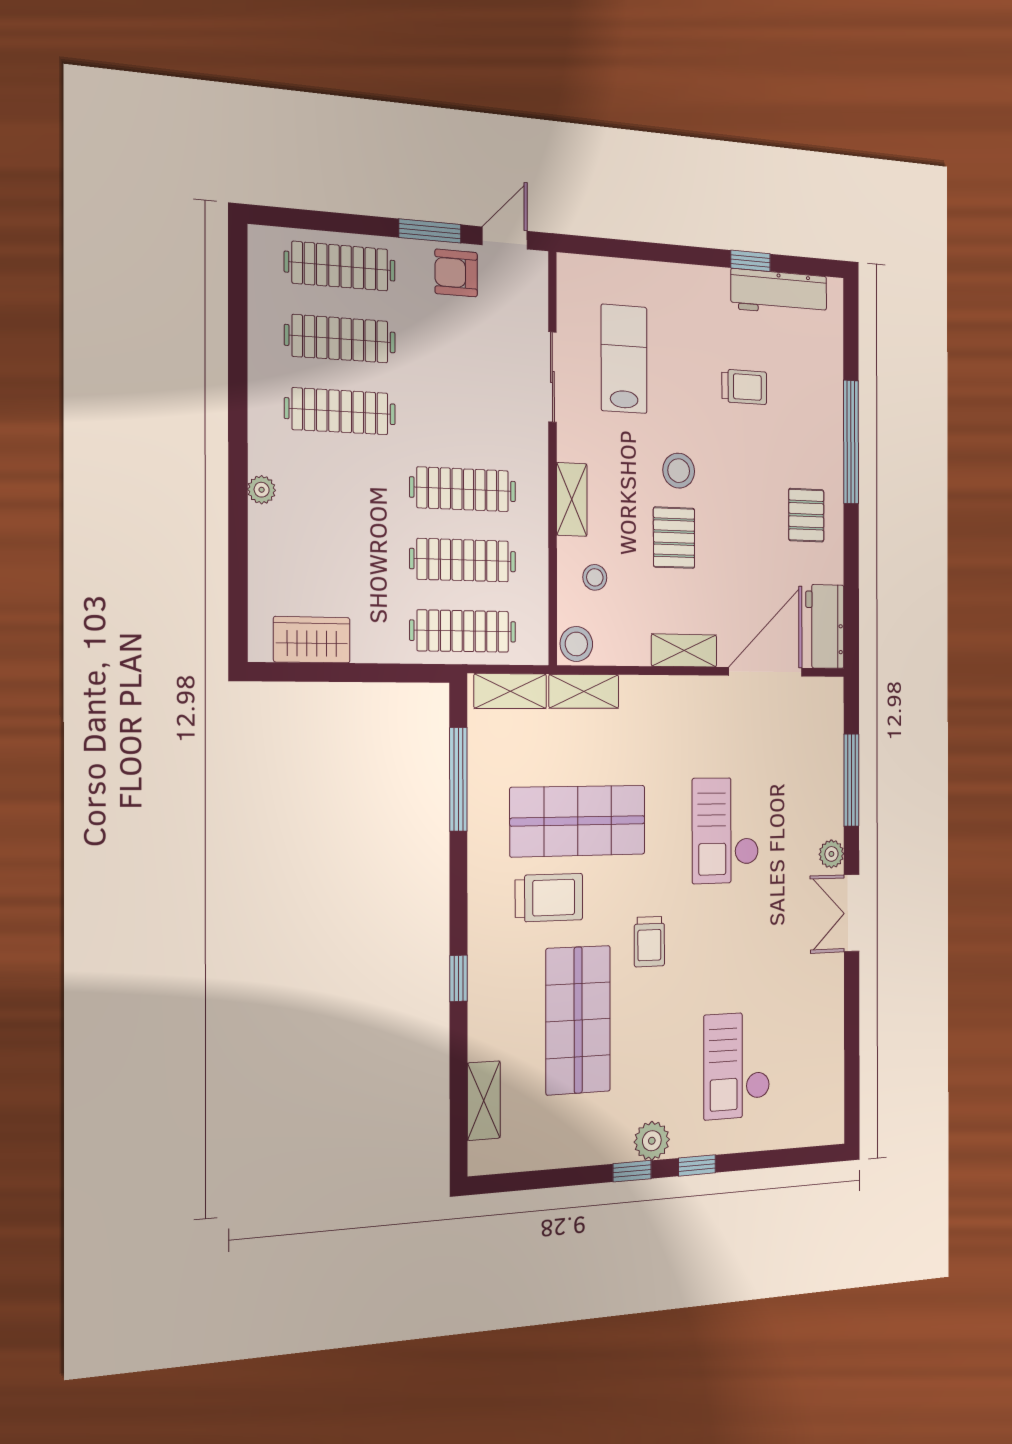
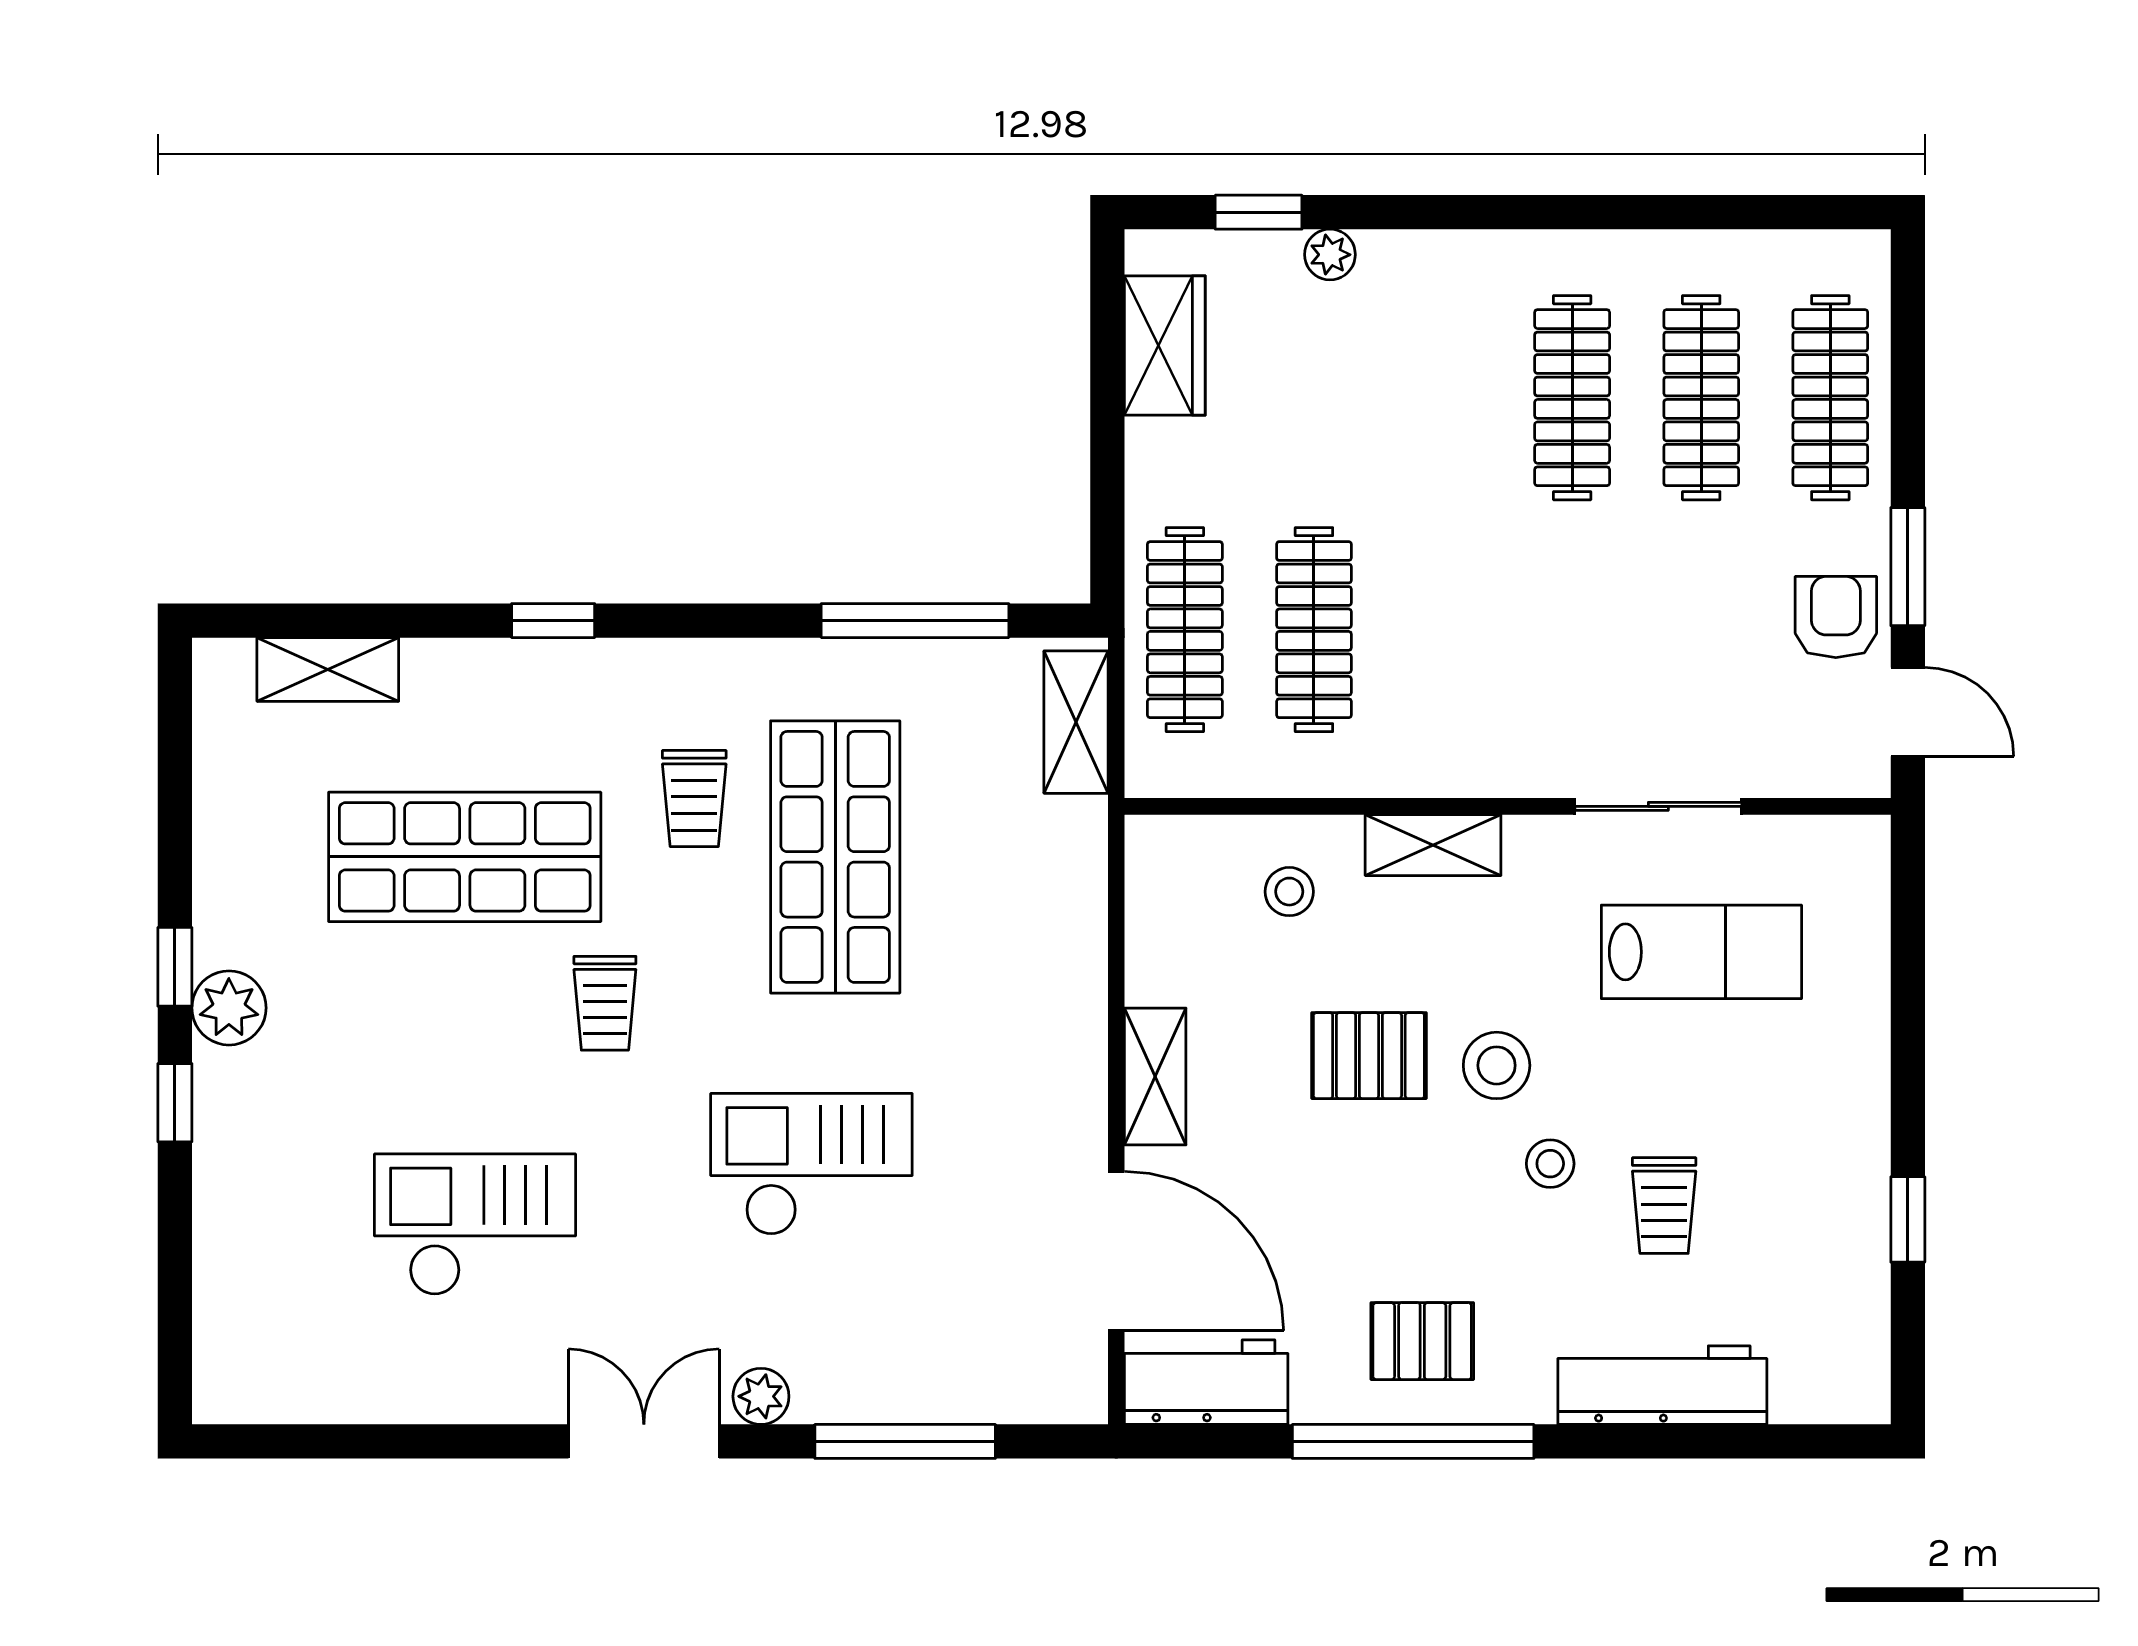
workbench: (779, 293) -> (1662, 1385), moved, turned 90
window: (851, 442) -> (1413, 1441), moved
clothes rail: (463, 489) -> (1443, 630), removed
plant: (262, 490) -> (1330, 255), moved
window: (238, 585) -> (1259, 212), added
stool: (576, 644) -> (1550, 1164), moved, width x0.73, depth x0.73
shelving: (584, 691) -> (1076, 869), removed
trolley: (549, 898) -> (694, 799), width x0.73, depth x0.72
trolley: (649, 942) -> (605, 1003), turned -90
checkout: (737, 1066) -> (475, 1225), moved

